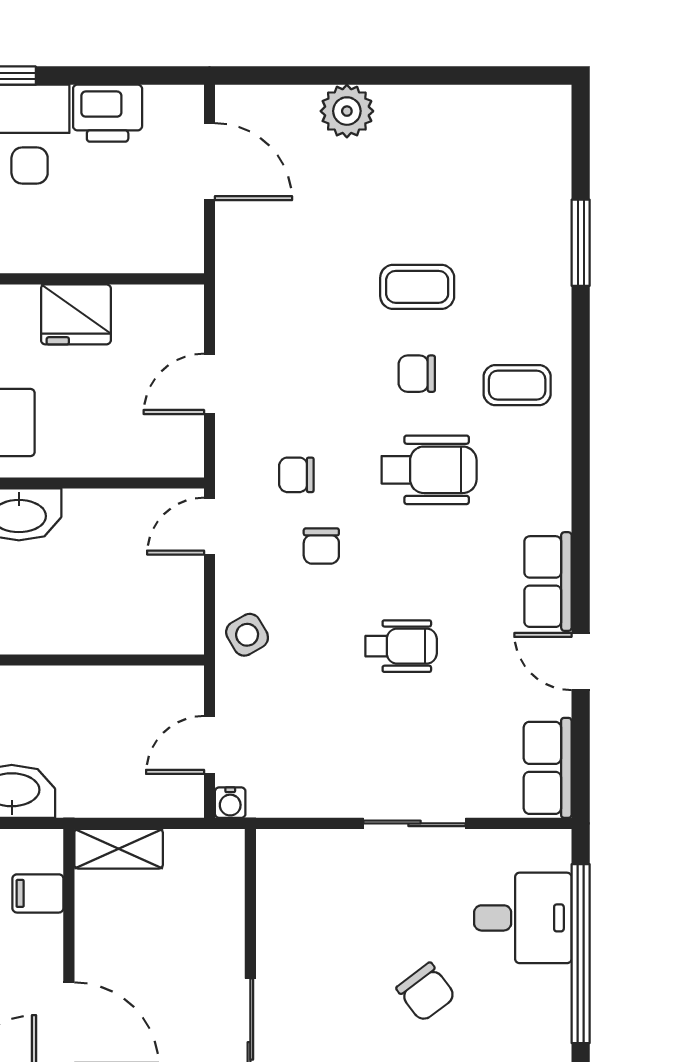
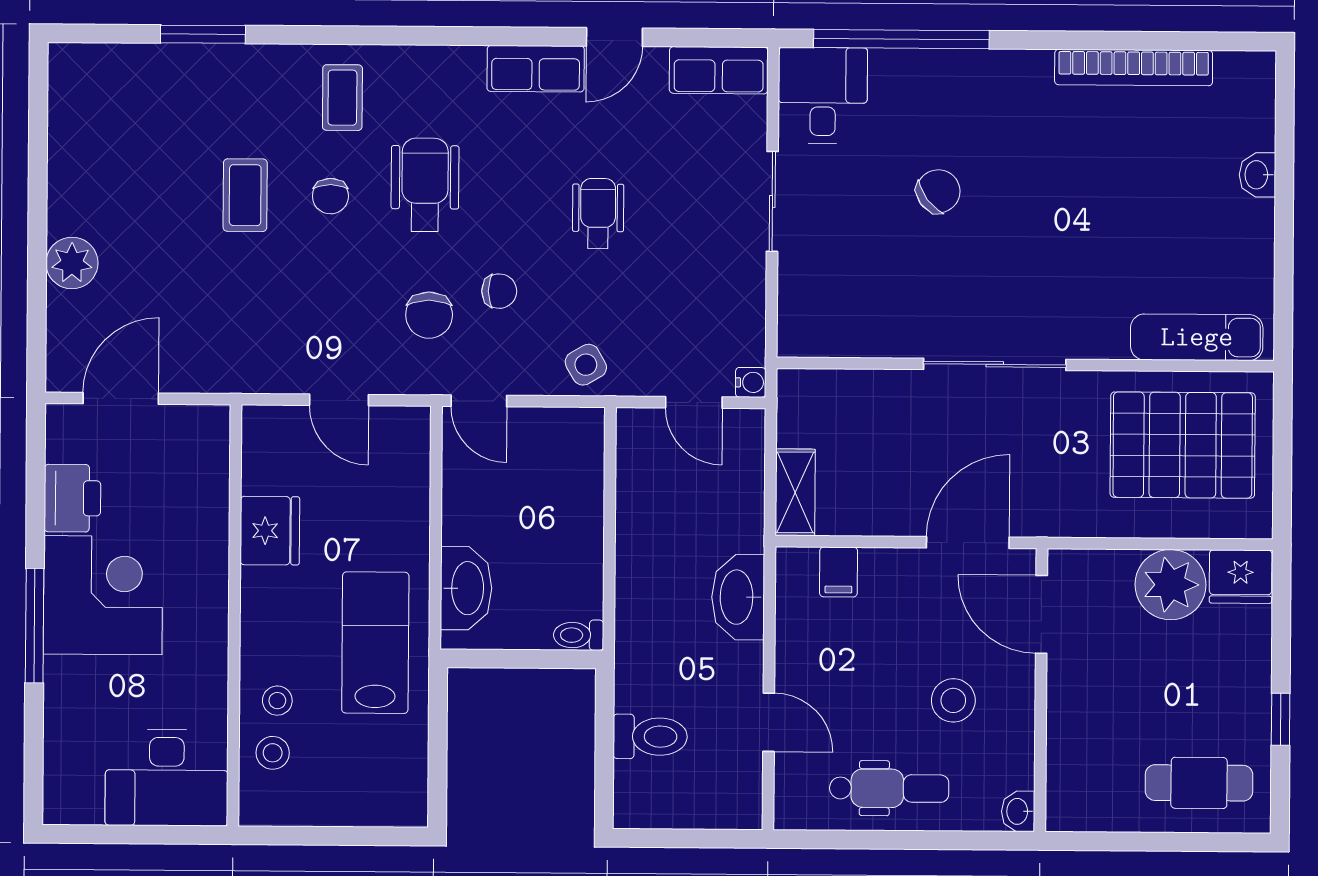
chair: (296, 475) -> (429, 315), width x1.37, depth x1.37
desk: (523, 918) -> (823, 95), moved

